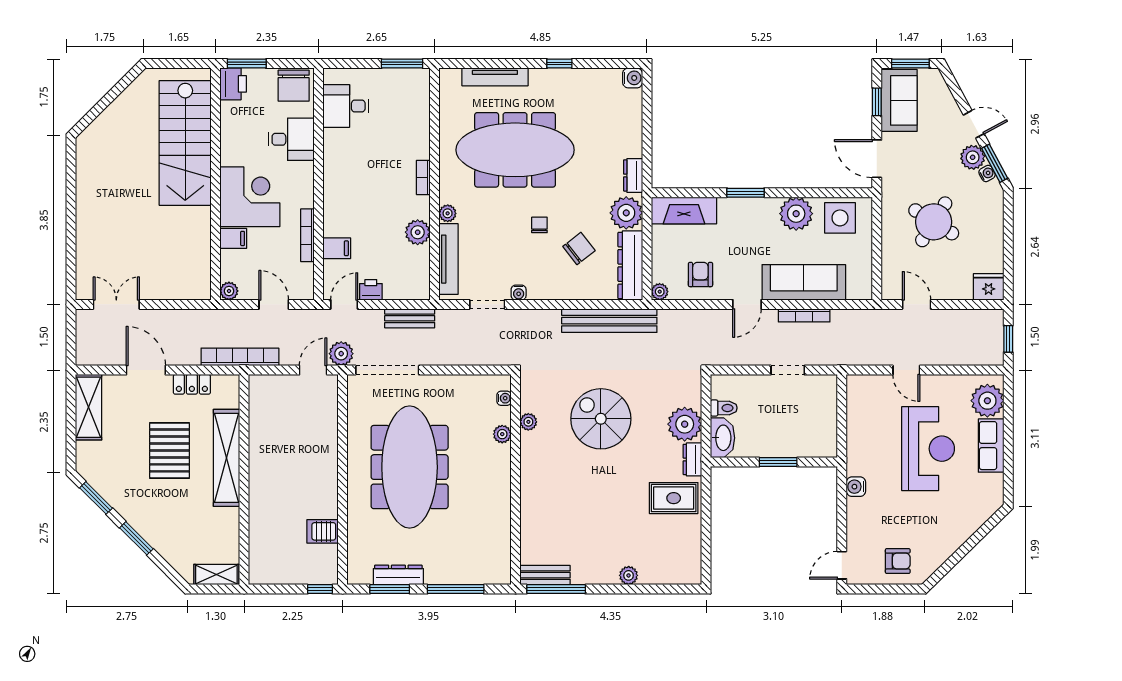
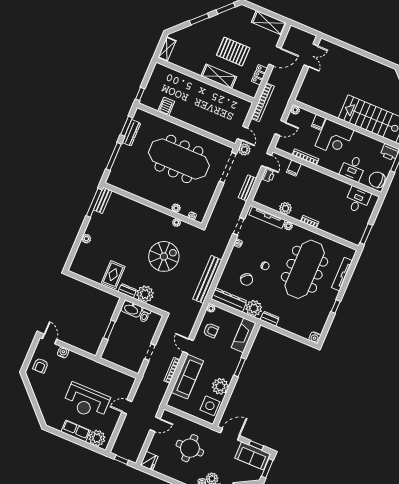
round table: (934, 222) -> (190, 448), turned -32
shelving: (226, 458) -> (219, 76), width x0.68
water cooler: (856, 487) -> (63, 352), moved

